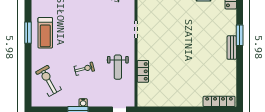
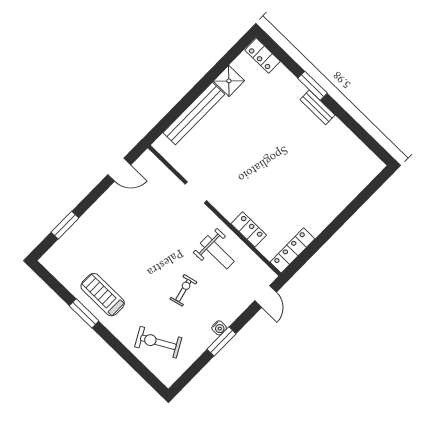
treadmill: (45, 33) -> (103, 295), turned 180
locker: (219, 101) -> (292, 250), moved

